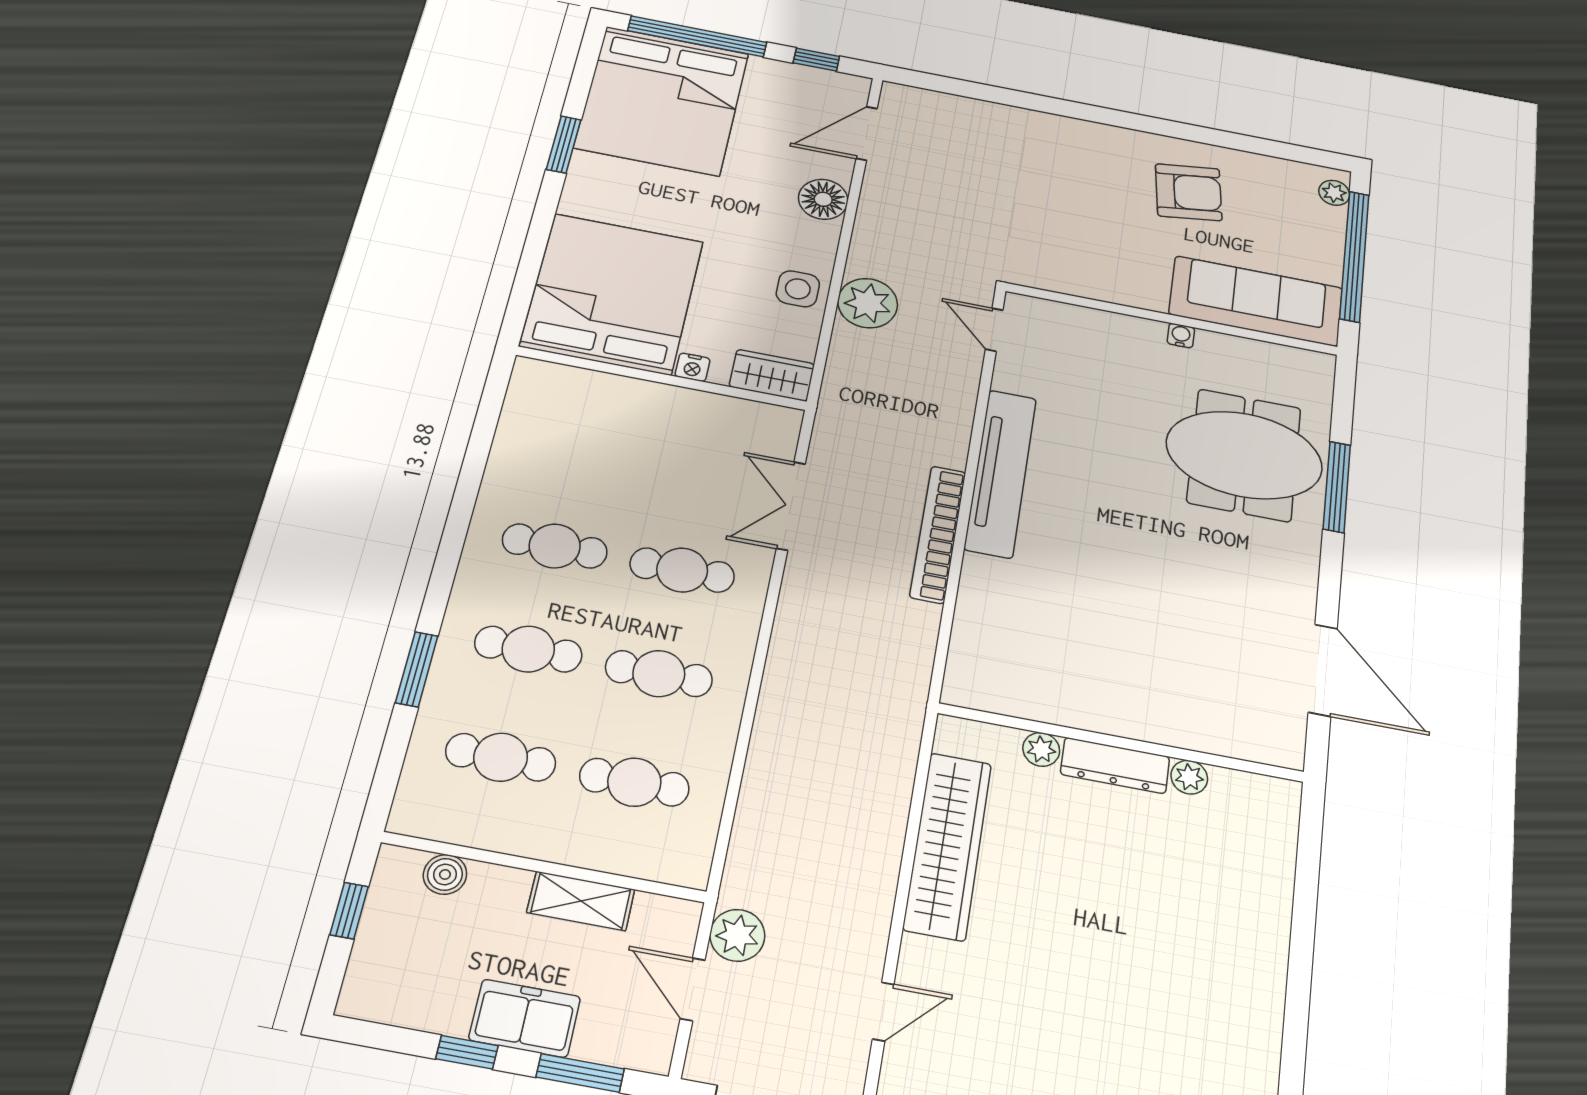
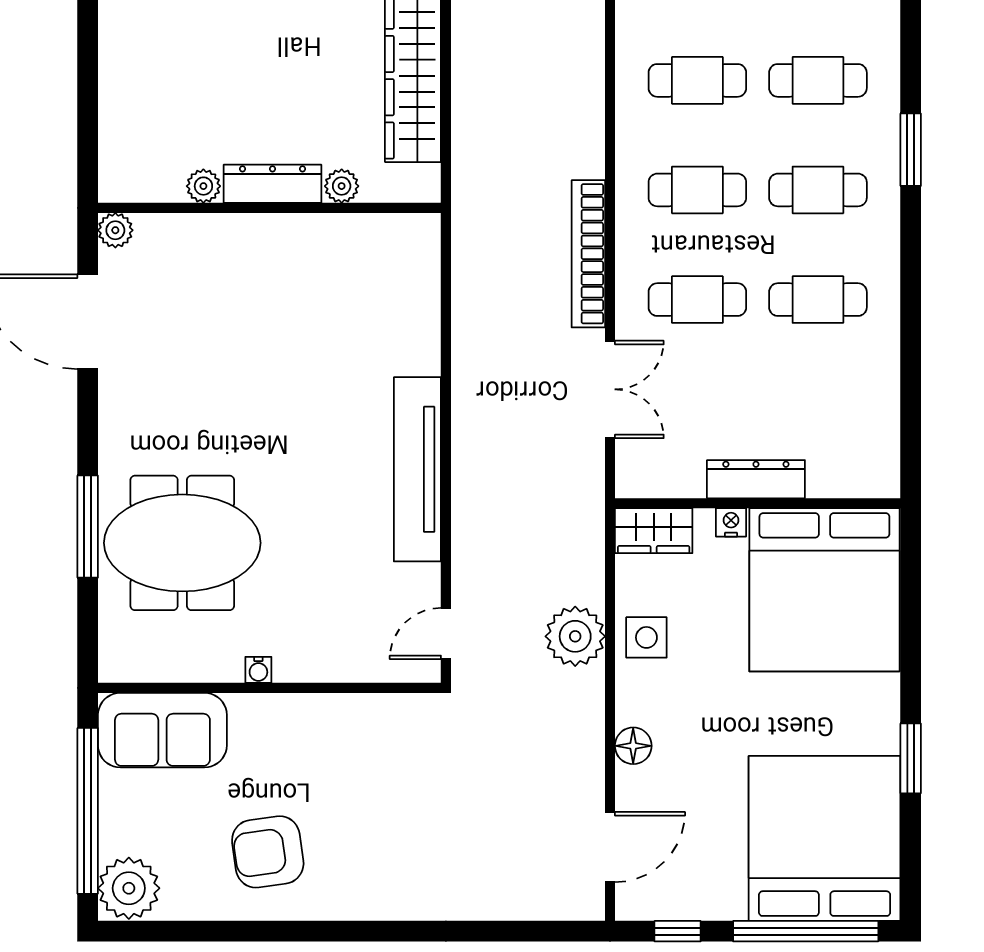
plant: (1334, 193) -> (129, 888), width x1.88, depth x1.88
floor lamp: (823, 199) -> (633, 746), width x0.73, depth x0.73
sofa: (1256, 301) -> (162, 730), width x0.73
door: (994, 330) -> (446, 634), swing flipped
dresser: (659, 399) -> (756, 479), added
bookcase: (938, 534) -> (588, 254), moved, turned 180
plant: (1287, 752) -> (115, 230), added

